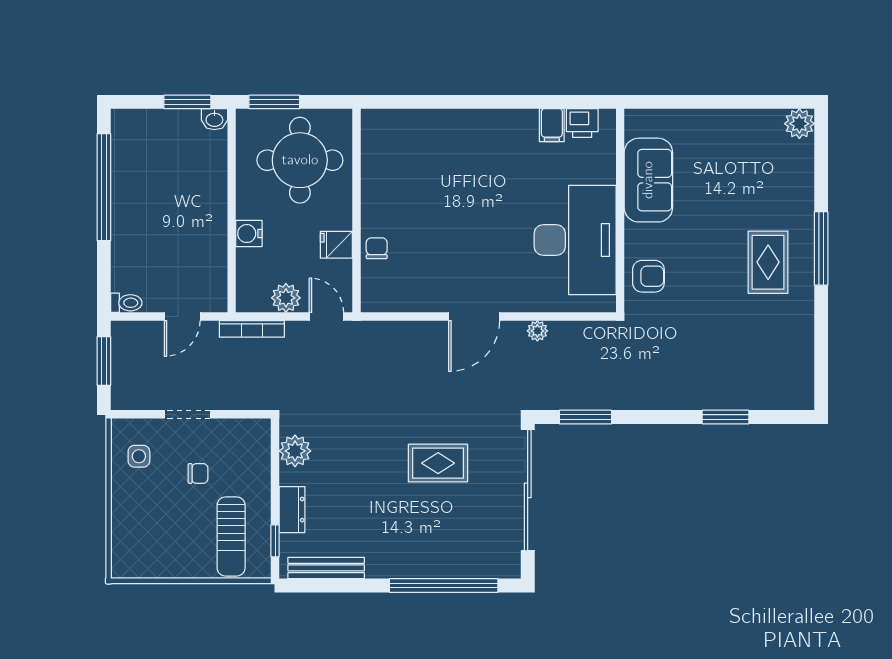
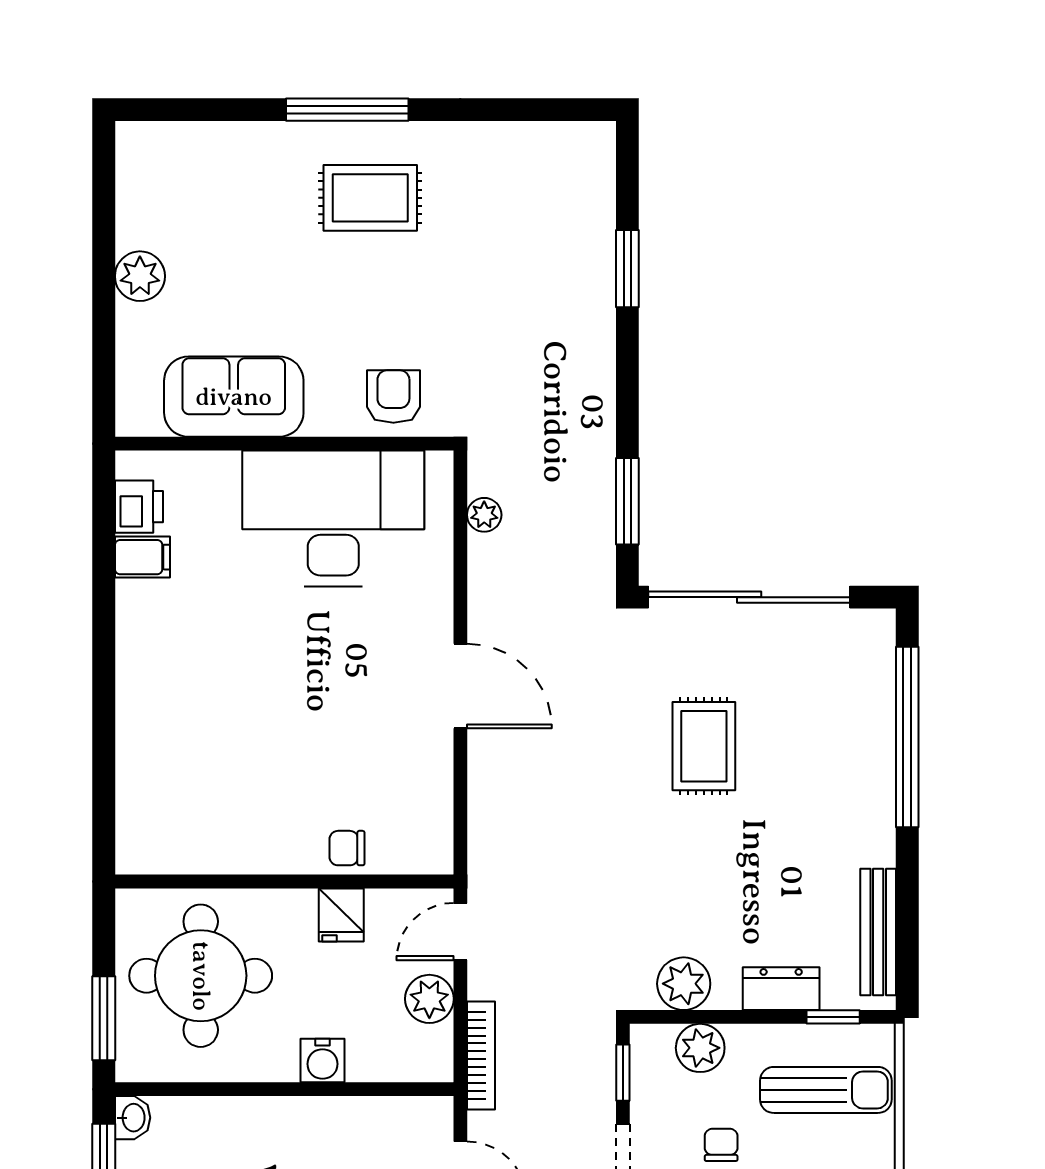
plant: (799, 124) -> (140, 276), moved
plant: (537, 331) -> (484, 515), moved
window: (241, 414) -> (623, 1073), added
plant: (256, 461) -> (700, 1048), added

